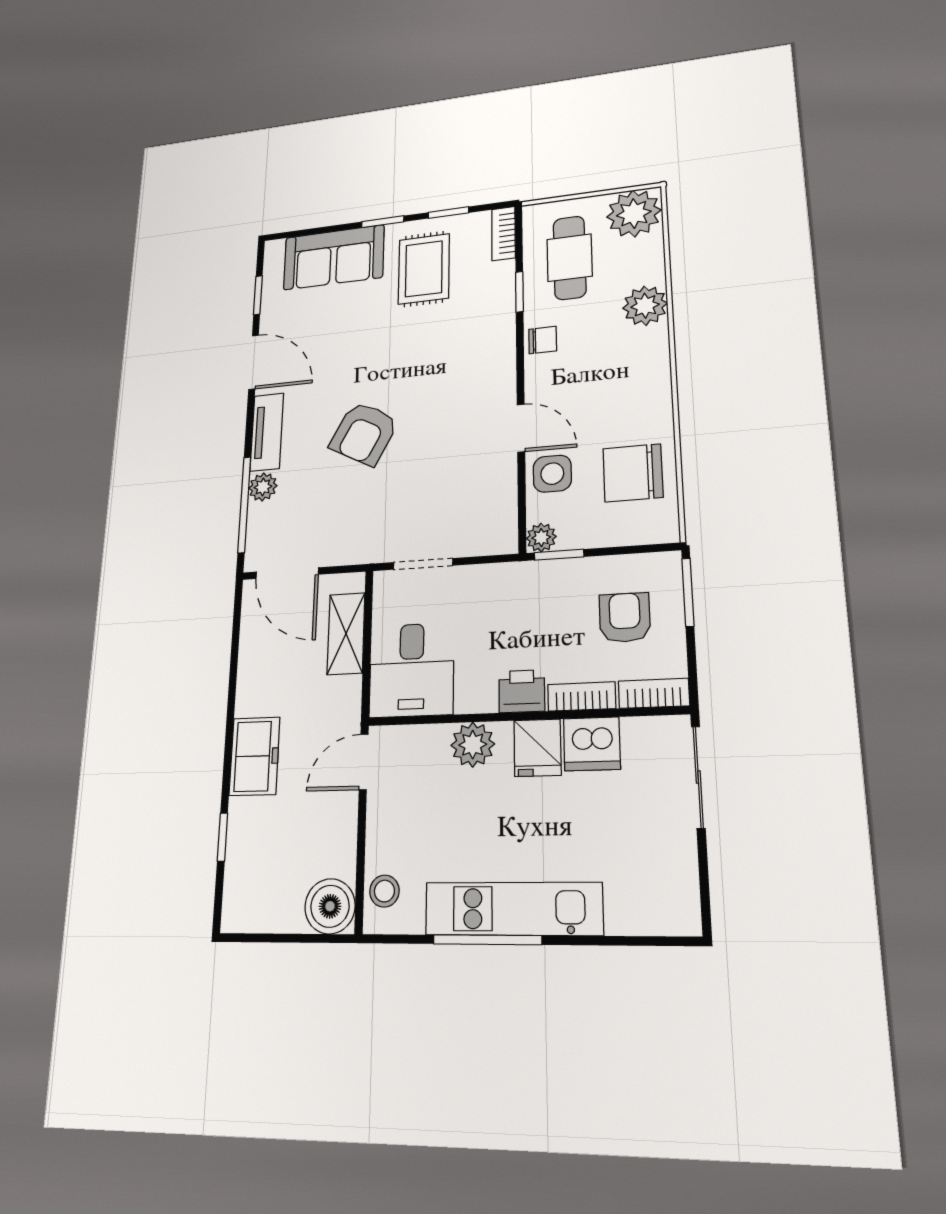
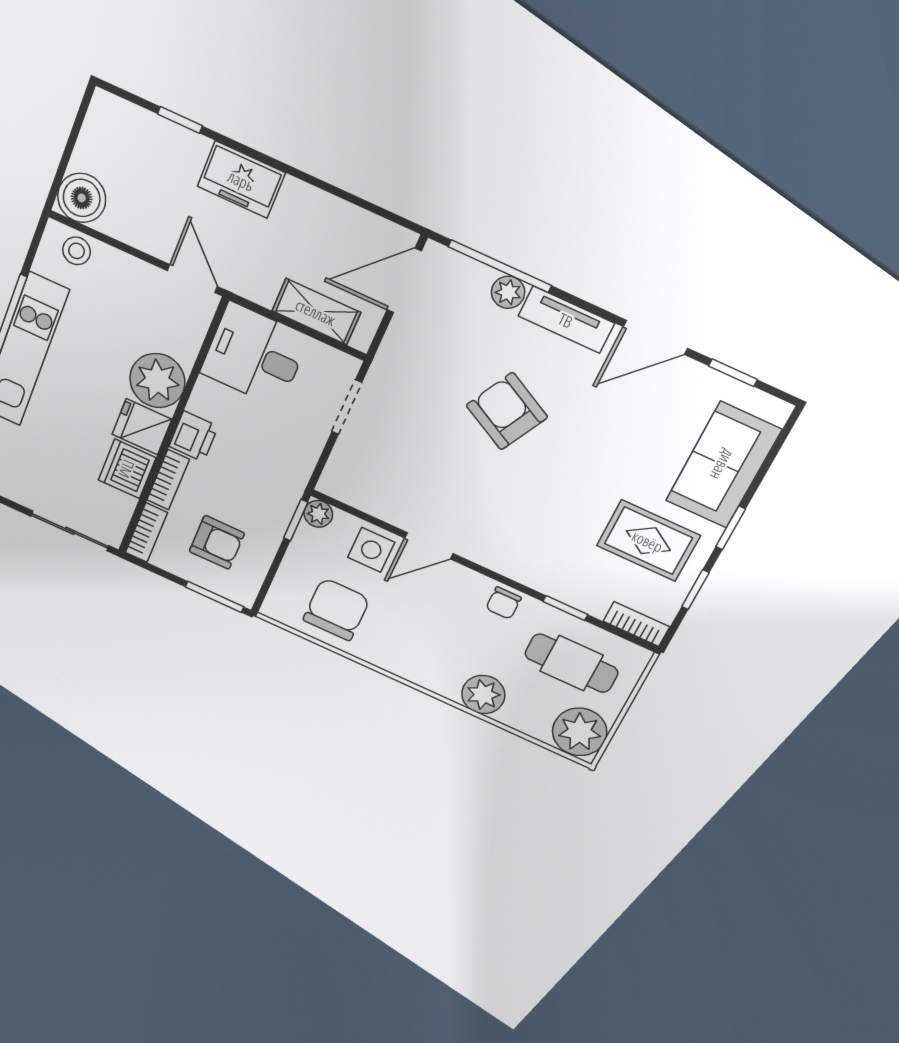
plant: (473, 745) -> (157, 381), width x1.36, depth x1.36

